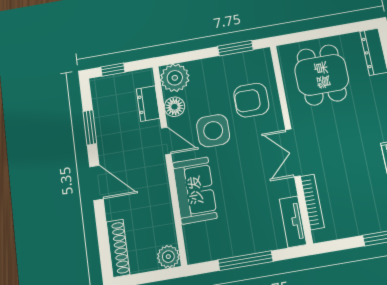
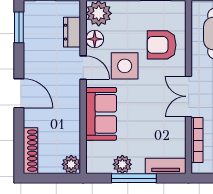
window: (90, 127) -> (19, 27), moved
tv unit: (293, 222) -> (166, 166), moved, turned 90
plant: (229, 246) -> (122, 164), added

